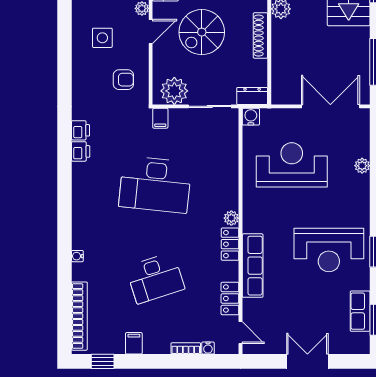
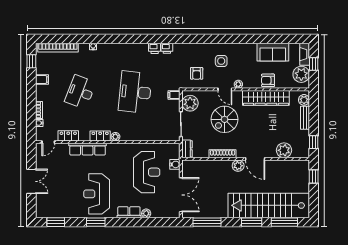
spiral stairs: (202, 32) -> (225, 119), turned -90
water cooler: (251, 117) -> (175, 164), moved
desk: (155, 278) -> (80, 92), turned 39
row of seats: (360, 311) -> (129, 212), moved

